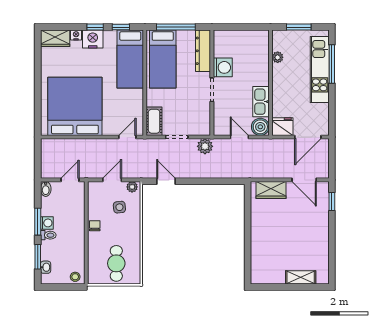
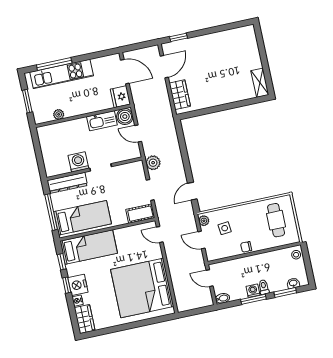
door: (239, 137) -> (138, 133), hinge flipped
cafe table: (116, 263) -> (276, 220), turned 90
shelving: (301, 277) -> (260, 83), moved

